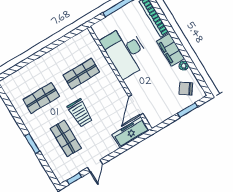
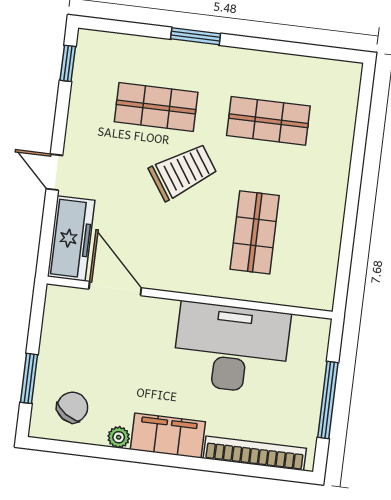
shop shelf: (41, 98) -> (268, 121), turned 90
trolley: (80, 113) -> (183, 172), turned 146
door: (95, 166) -> (54, 172), moved

